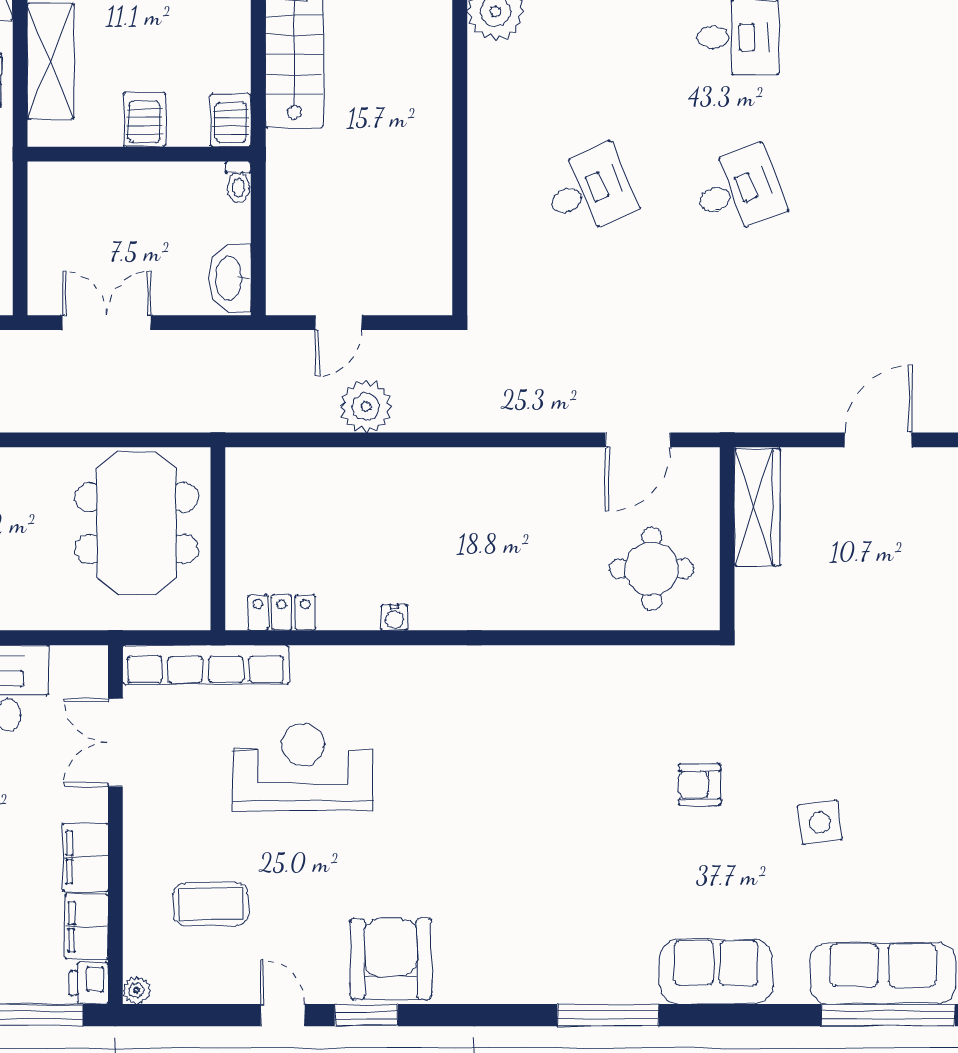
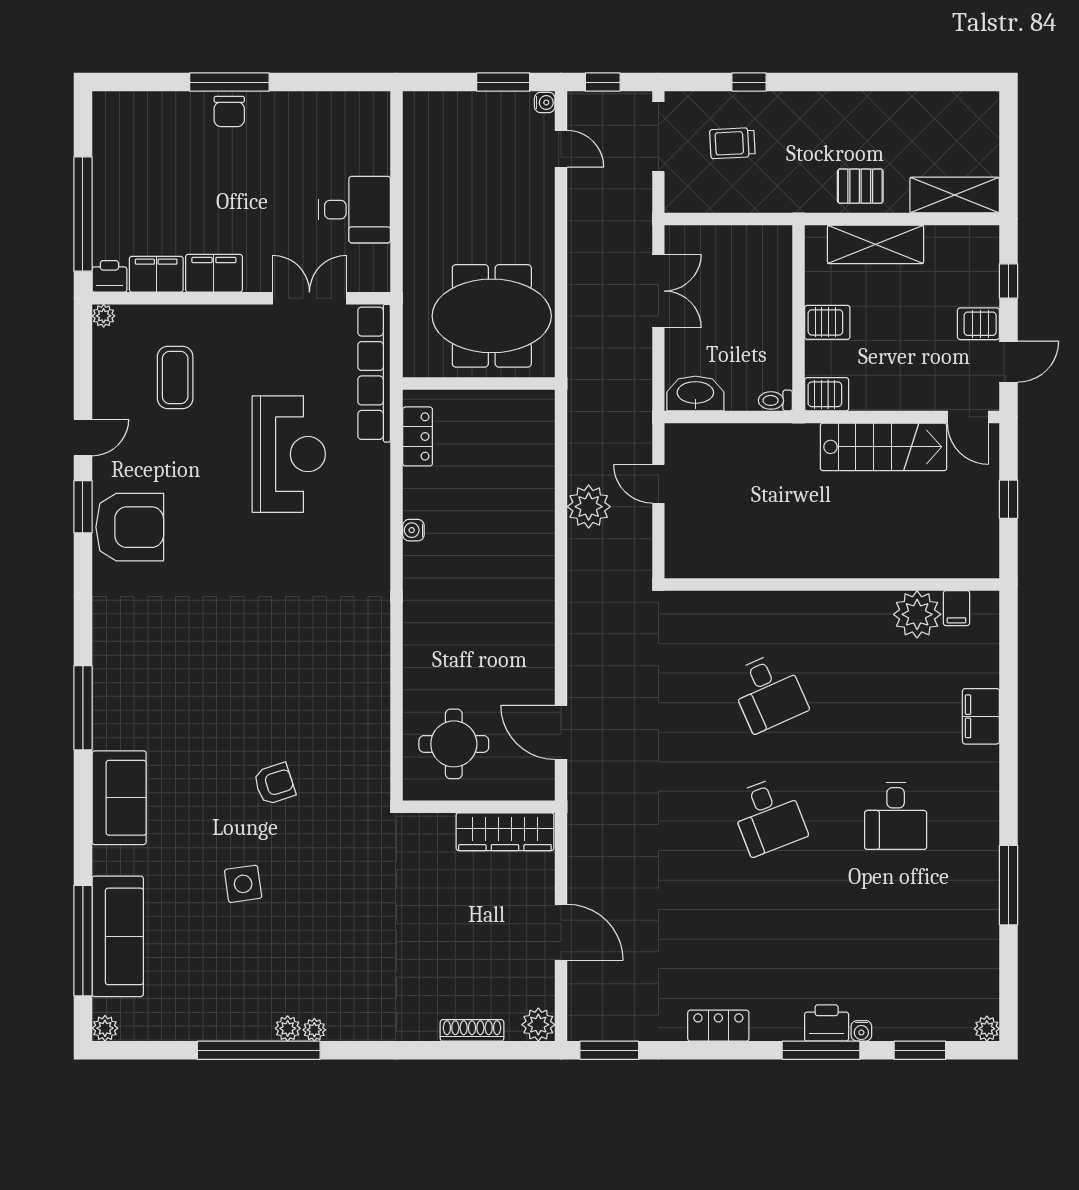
armchair: (699, 785) -> (274, 784), turned 72

